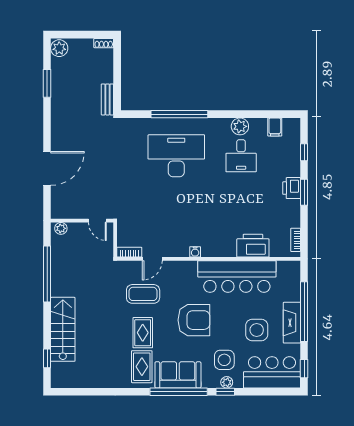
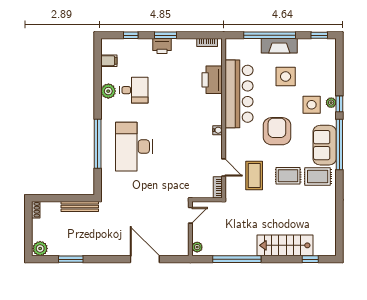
bench: (107, 99) -> (80, 206), width x1.36
bar counter: (272, 372) -> (322, 63), removed

